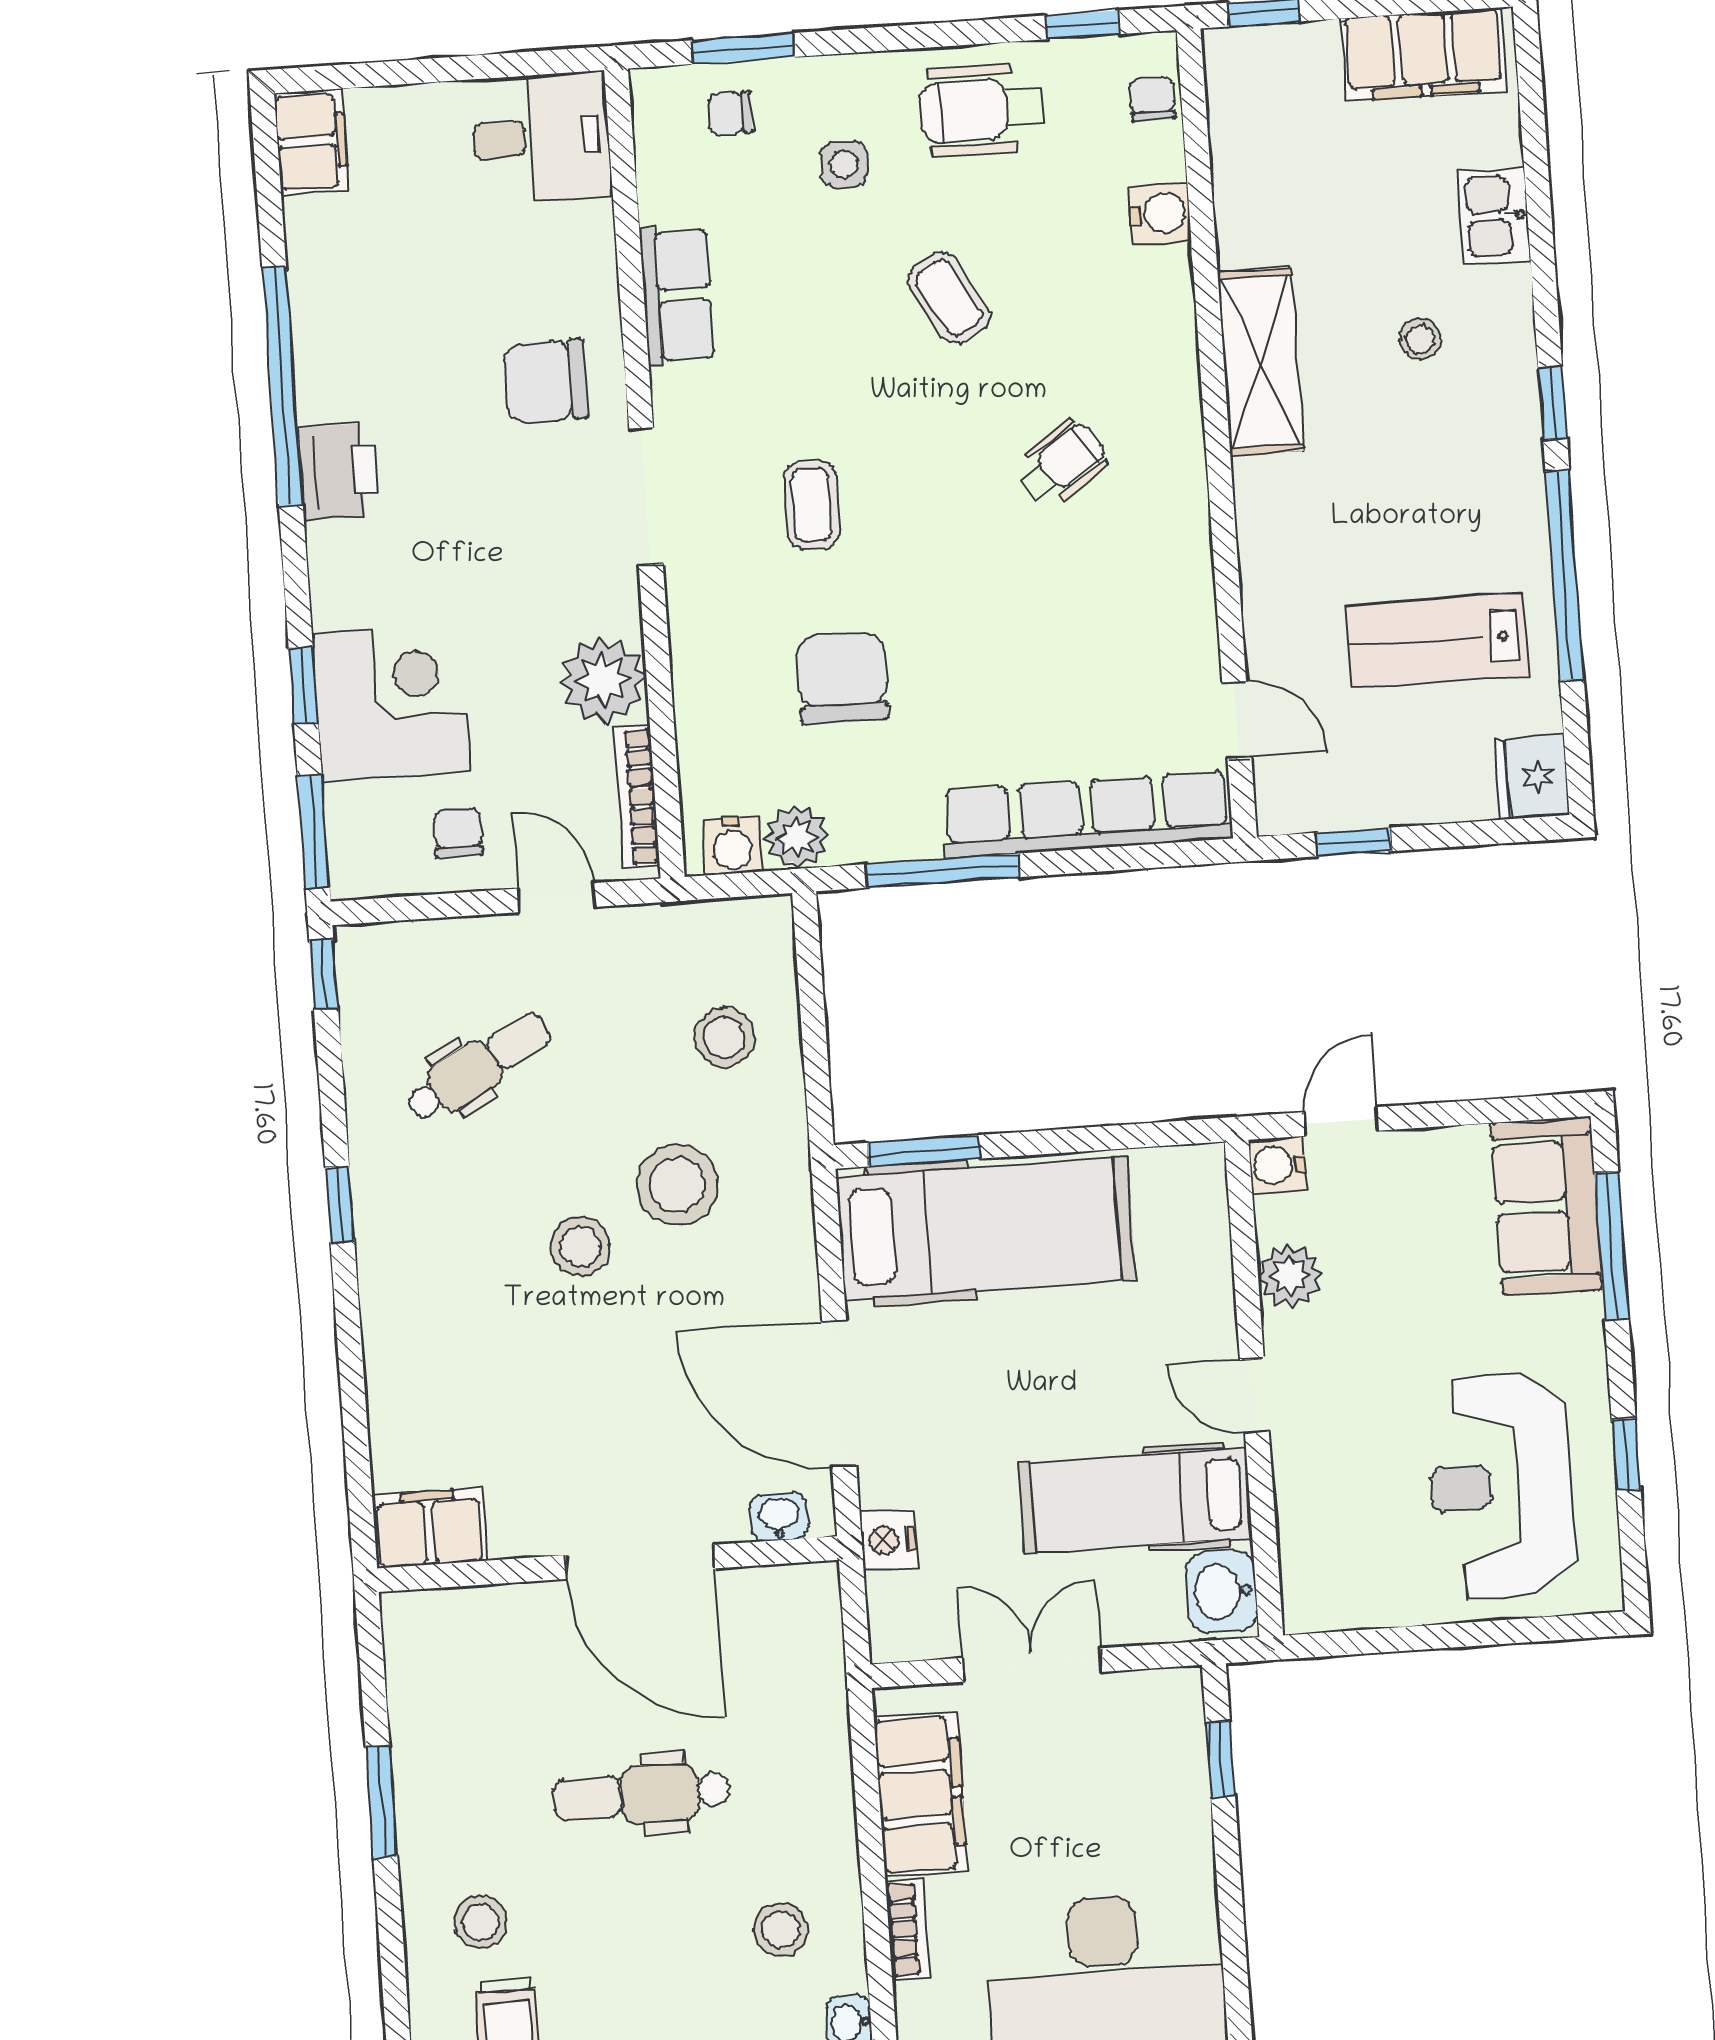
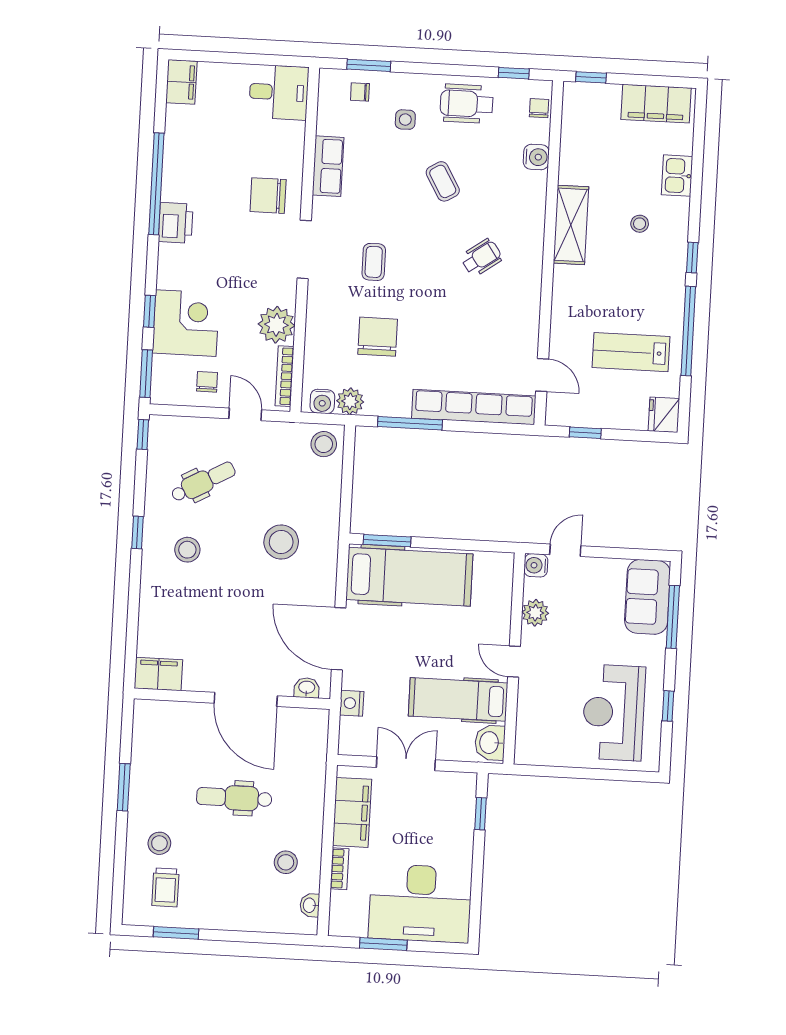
stool: (724, 1037) -> (324, 444), moved
stool: (580, 1247) -> (187, 550), moved

